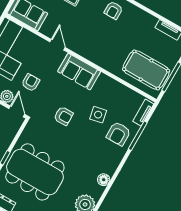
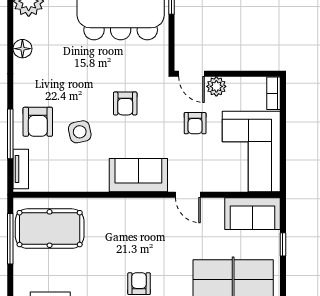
armchair: (63, 116) -> (125, 103), turned -90
armchair: (118, 134) -> (38, 122), turned 180

